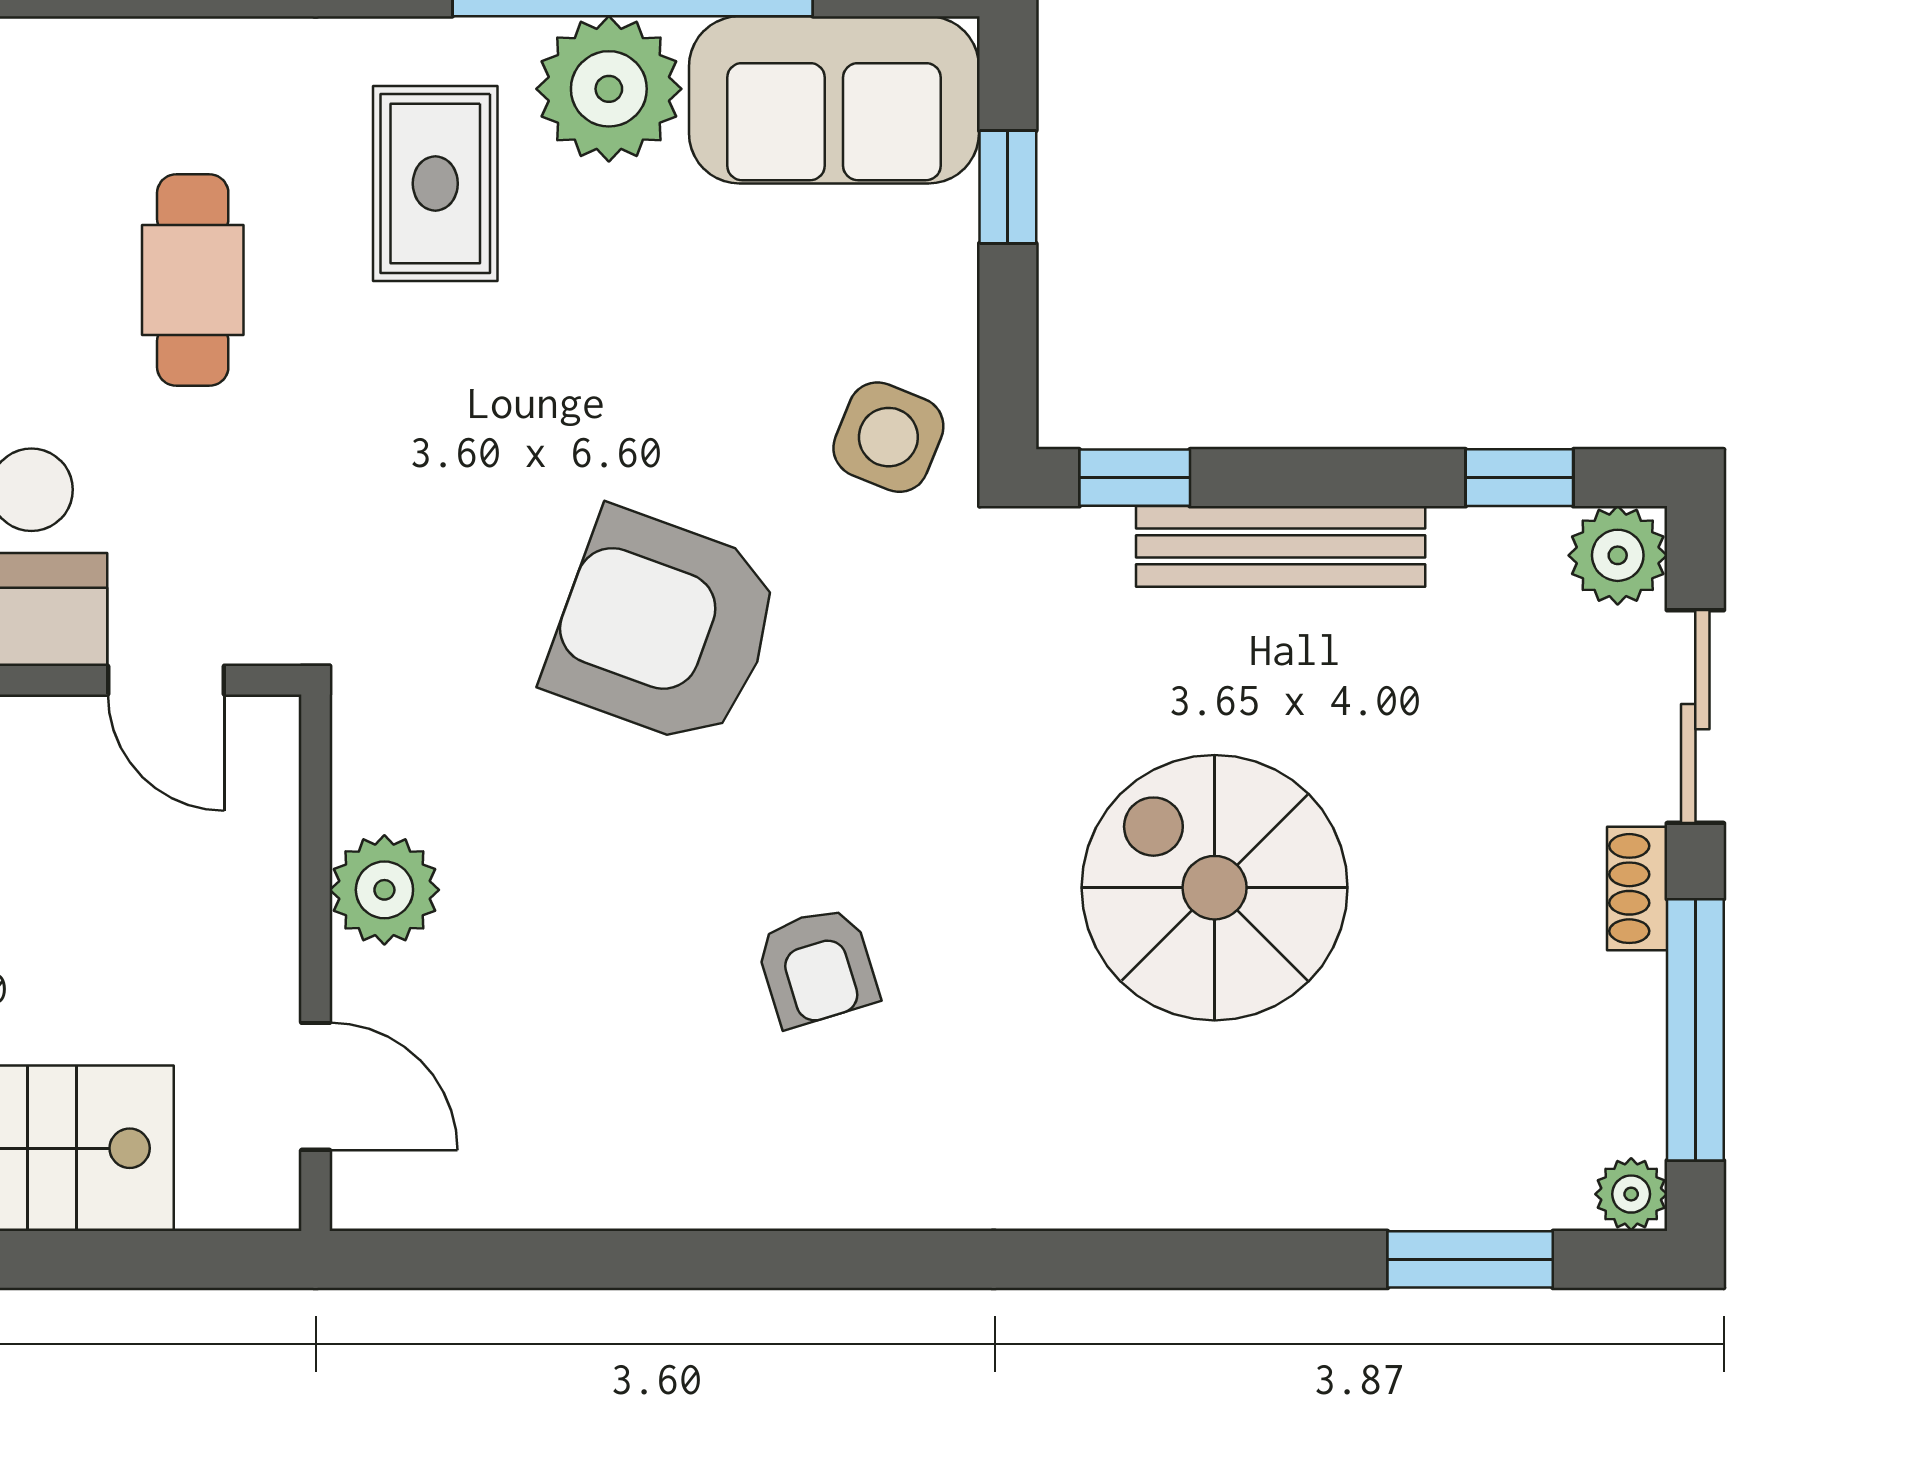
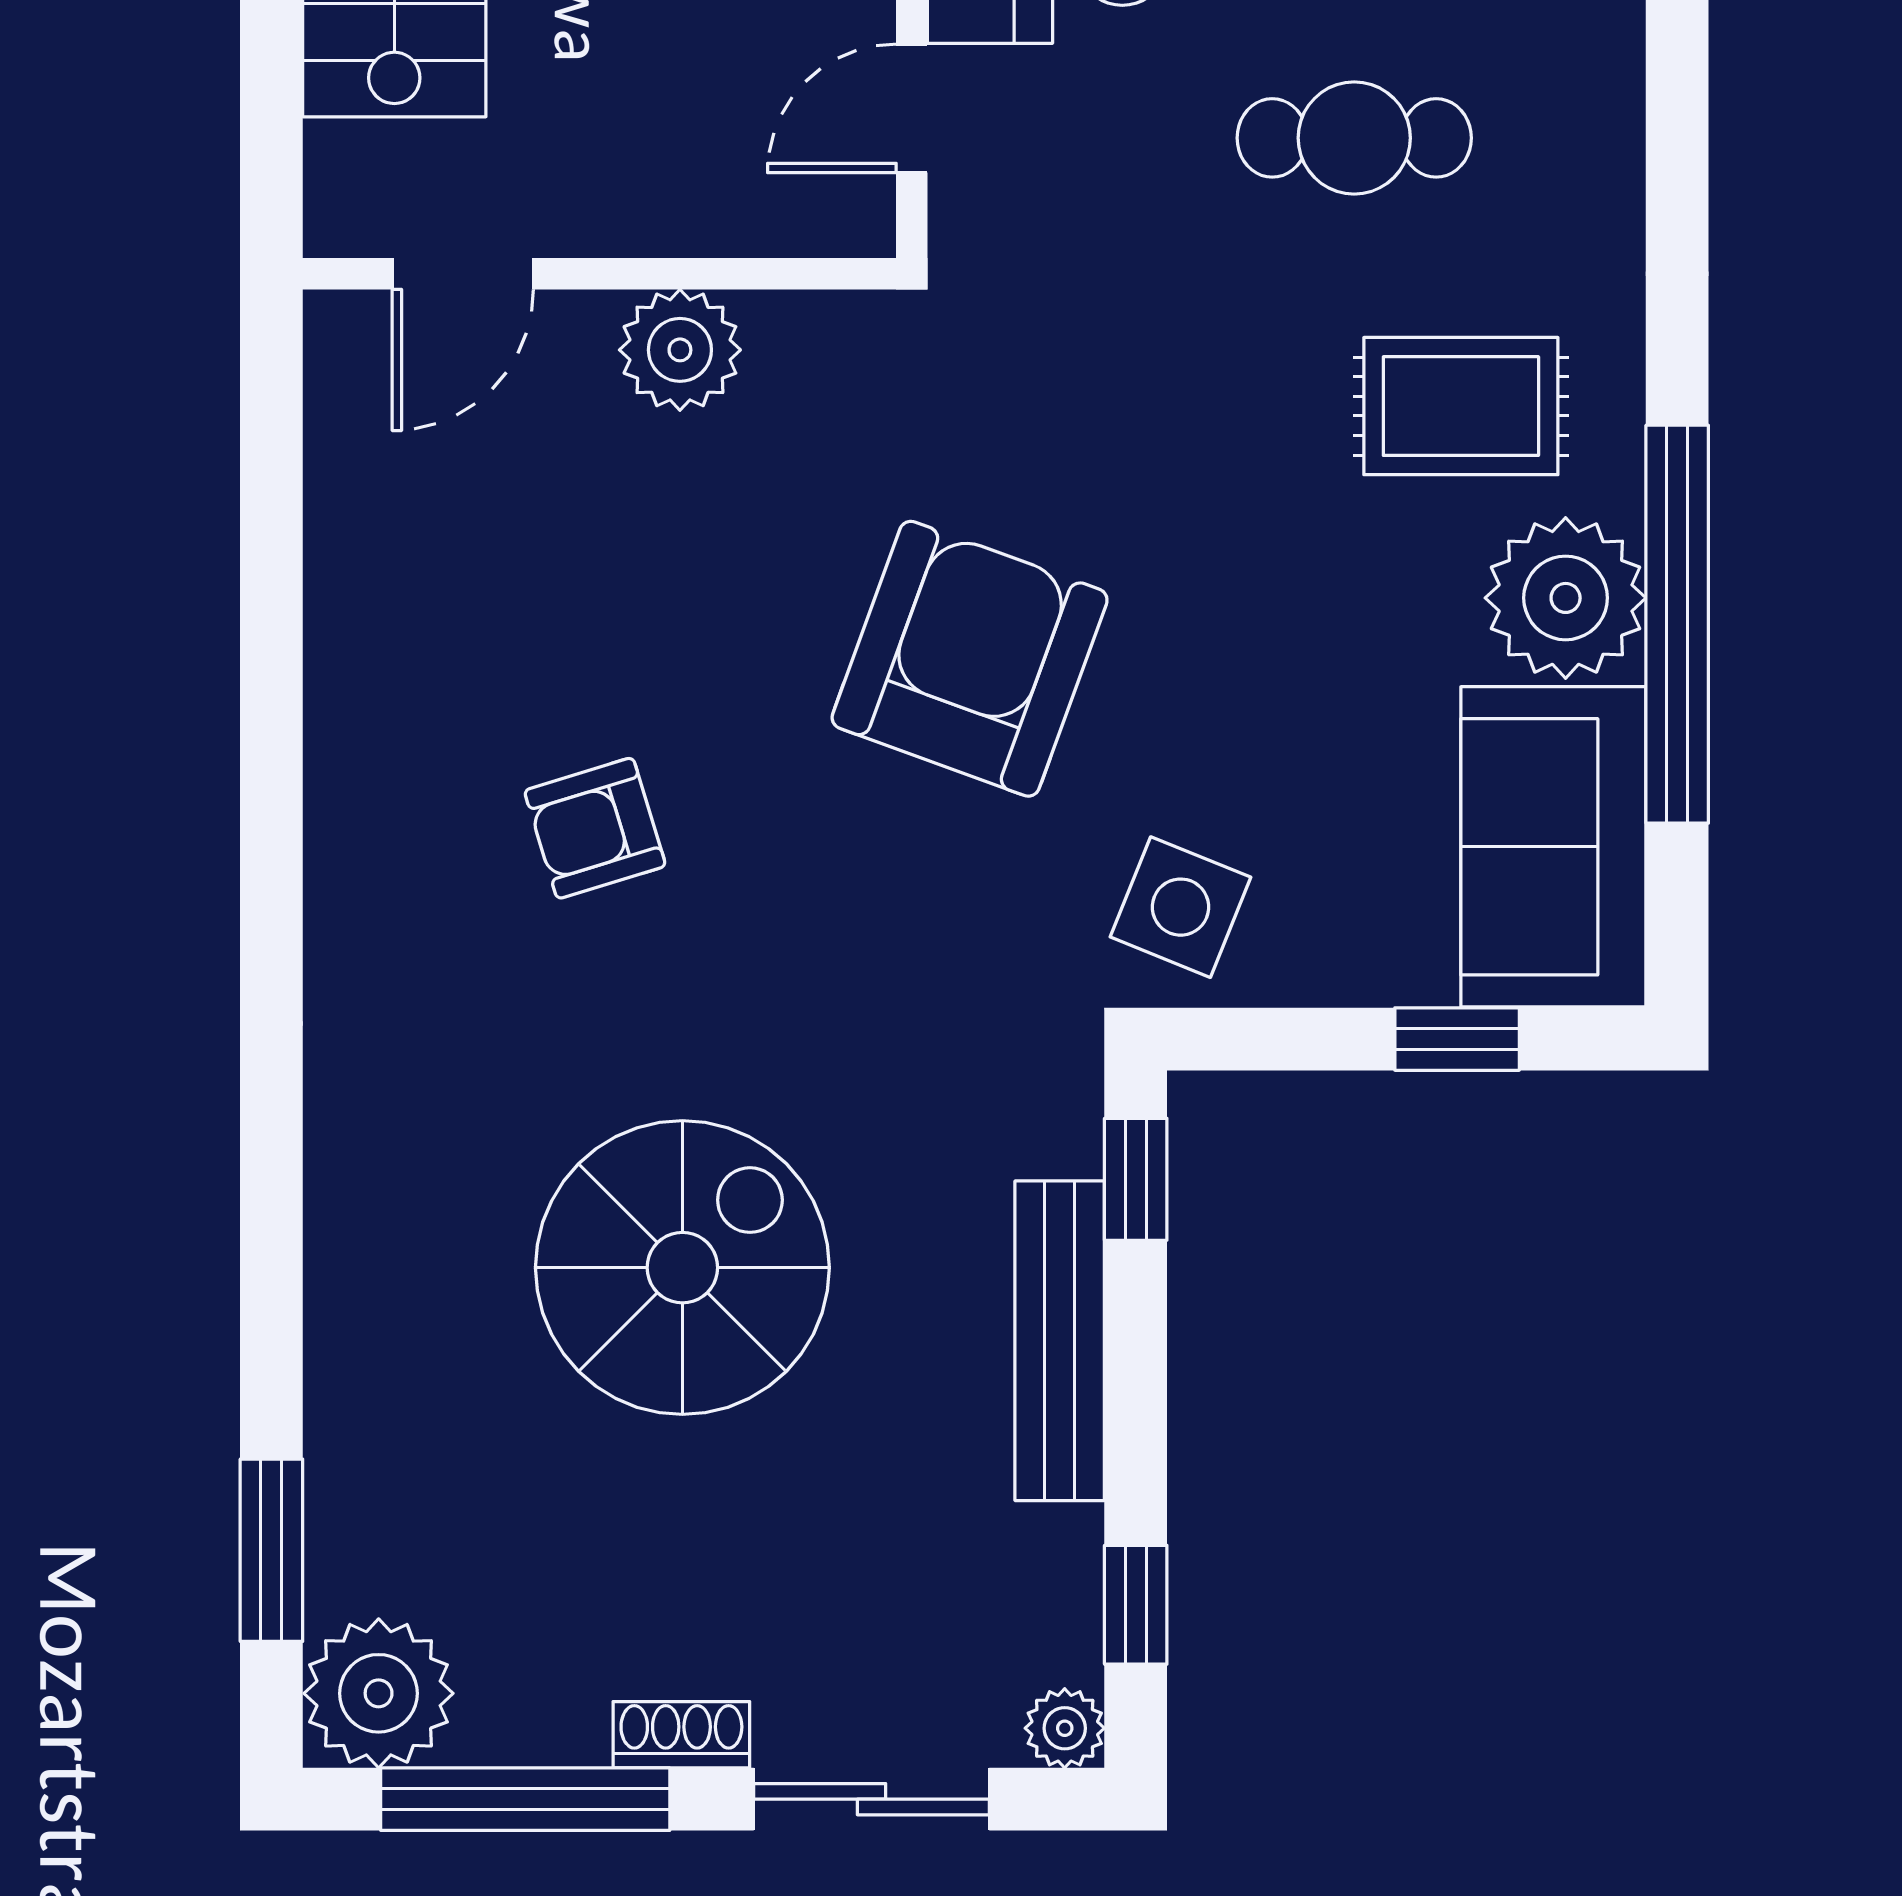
plant: (1618, 555) -> (1065, 1728), width x0.73, depth x0.73
plant: (1631, 1194) -> (379, 1693), width x1.87, depth x1.87

